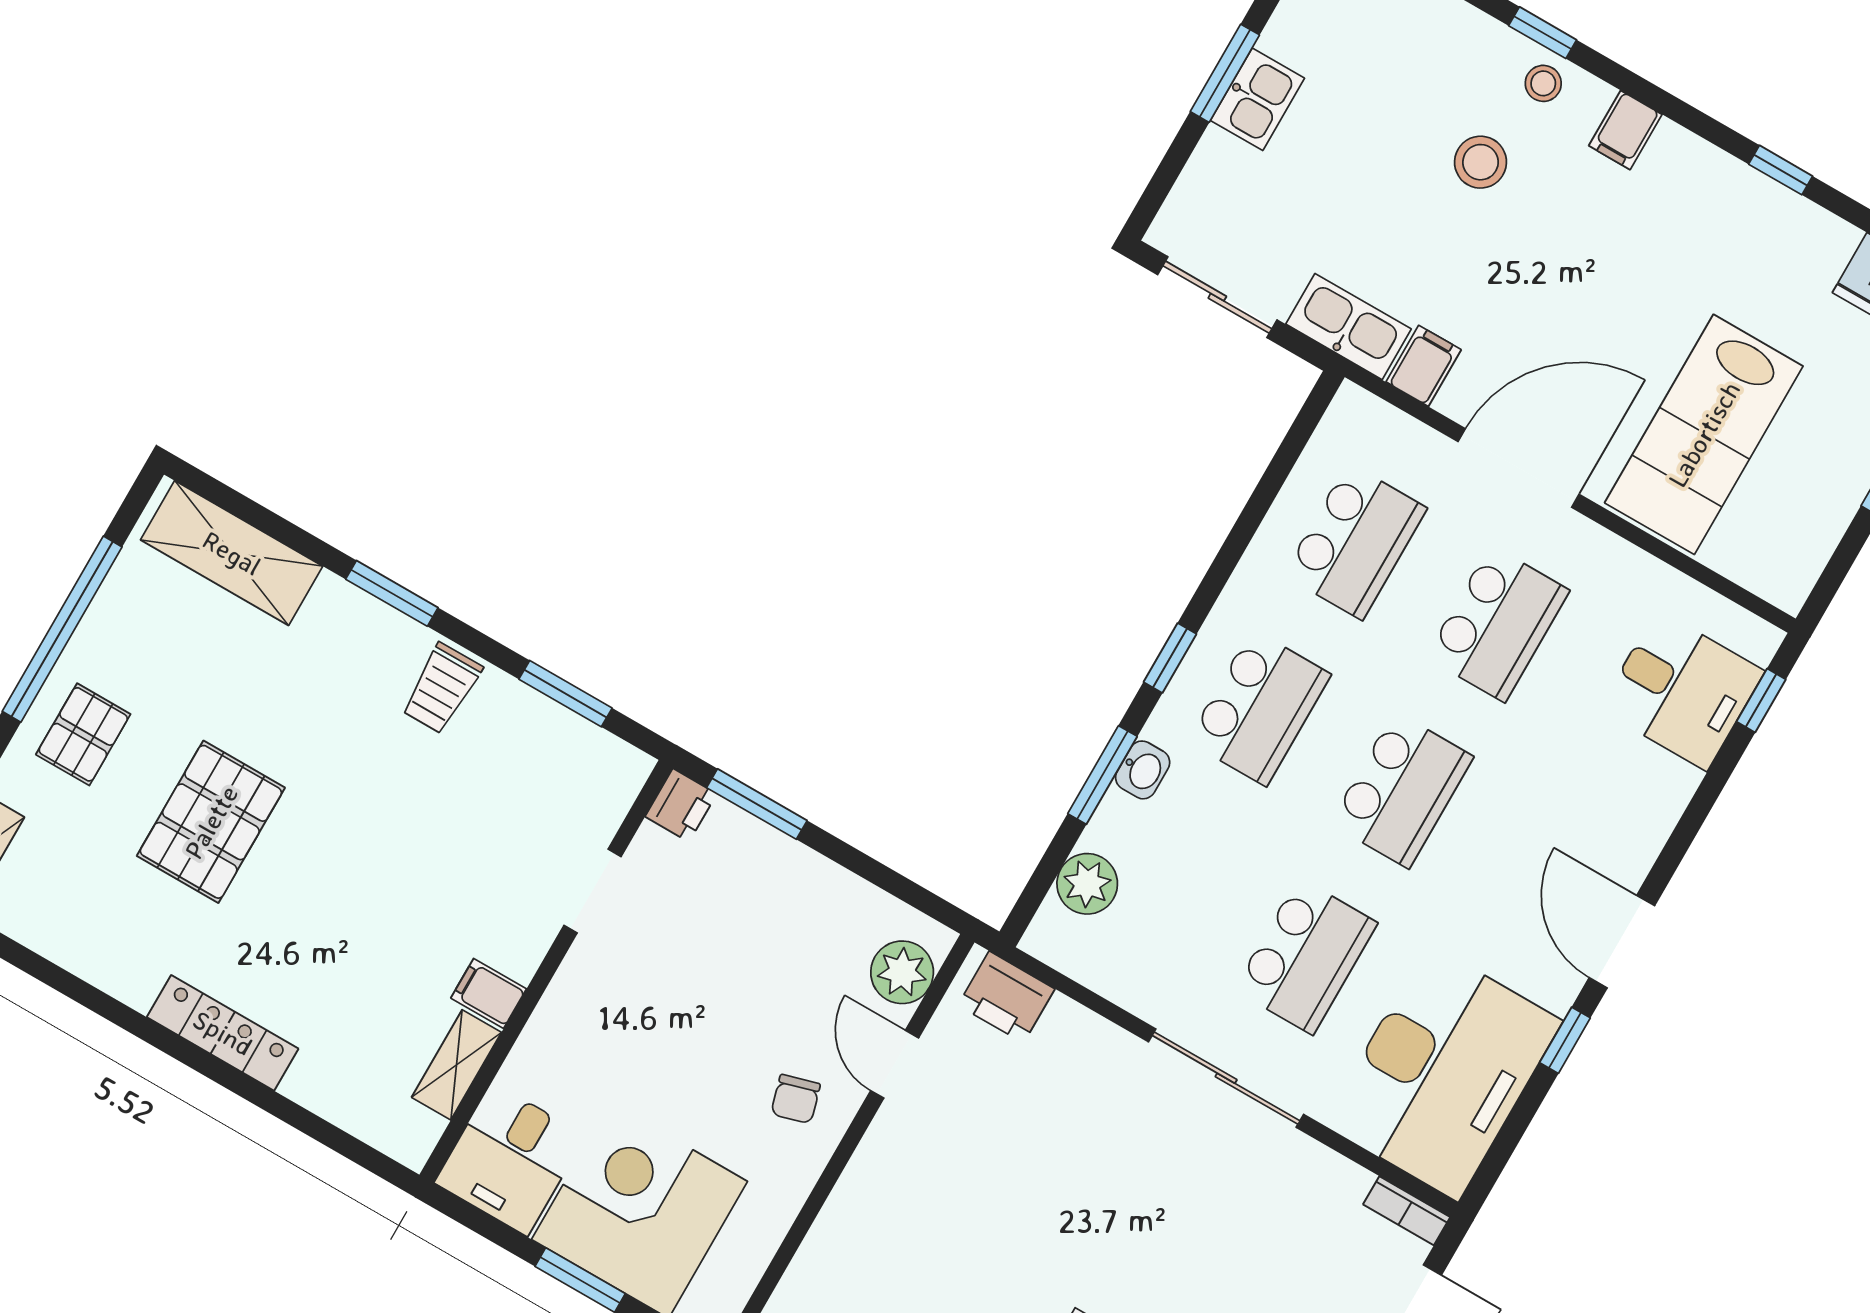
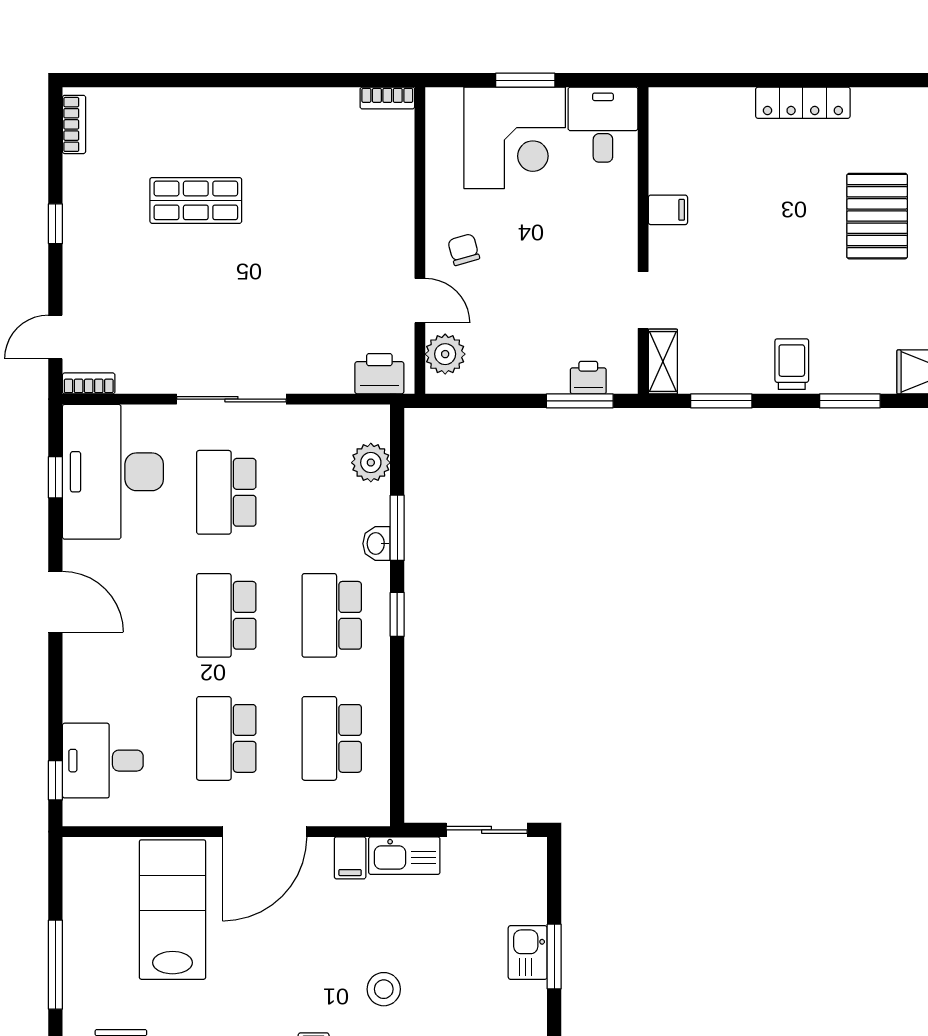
printer: (681, 805) -> (588, 378), moved, turned 90
window: (1565, 1040) -> (55, 477), moved
shelving: (456, 1065) -> (663, 361), moved

